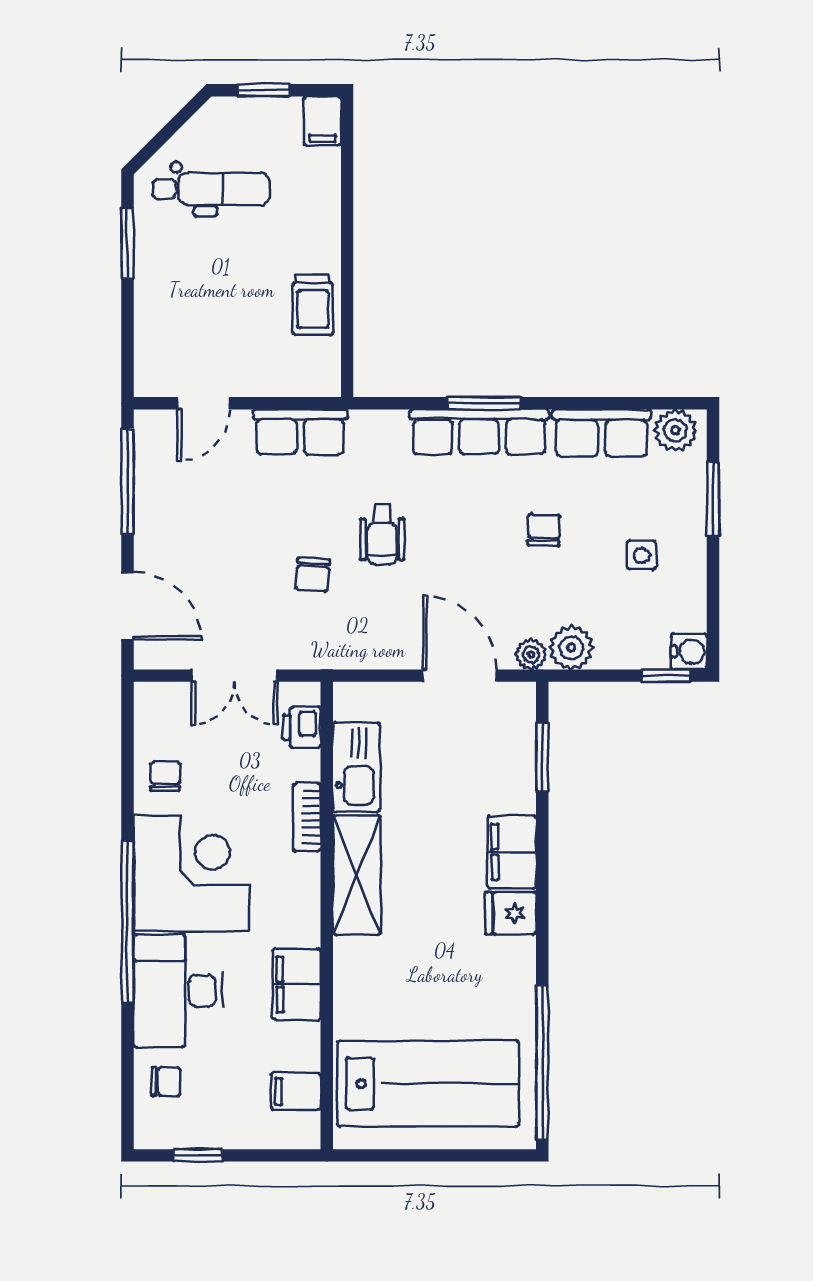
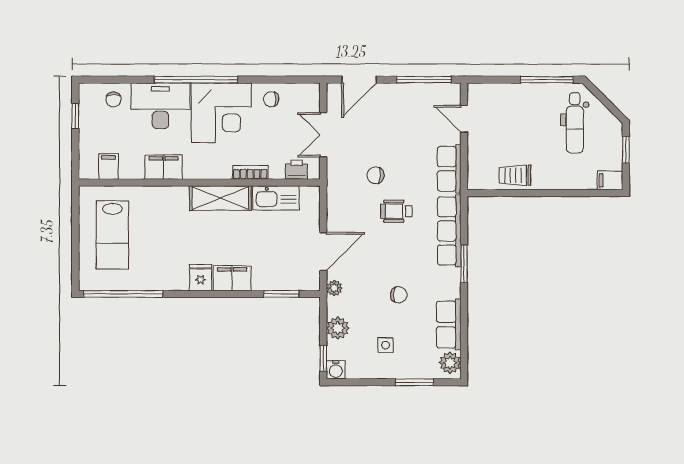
window: (128, 243) -> (547, 80), width x1.44
row of seats: (479, 432) -> (449, 231), moved
plant: (571, 648) -> (338, 328), moved
chair: (165, 776) -> (271, 99), turned 180
lab bench: (428, 1084) -> (112, 235), width x0.73, depth x0.72

